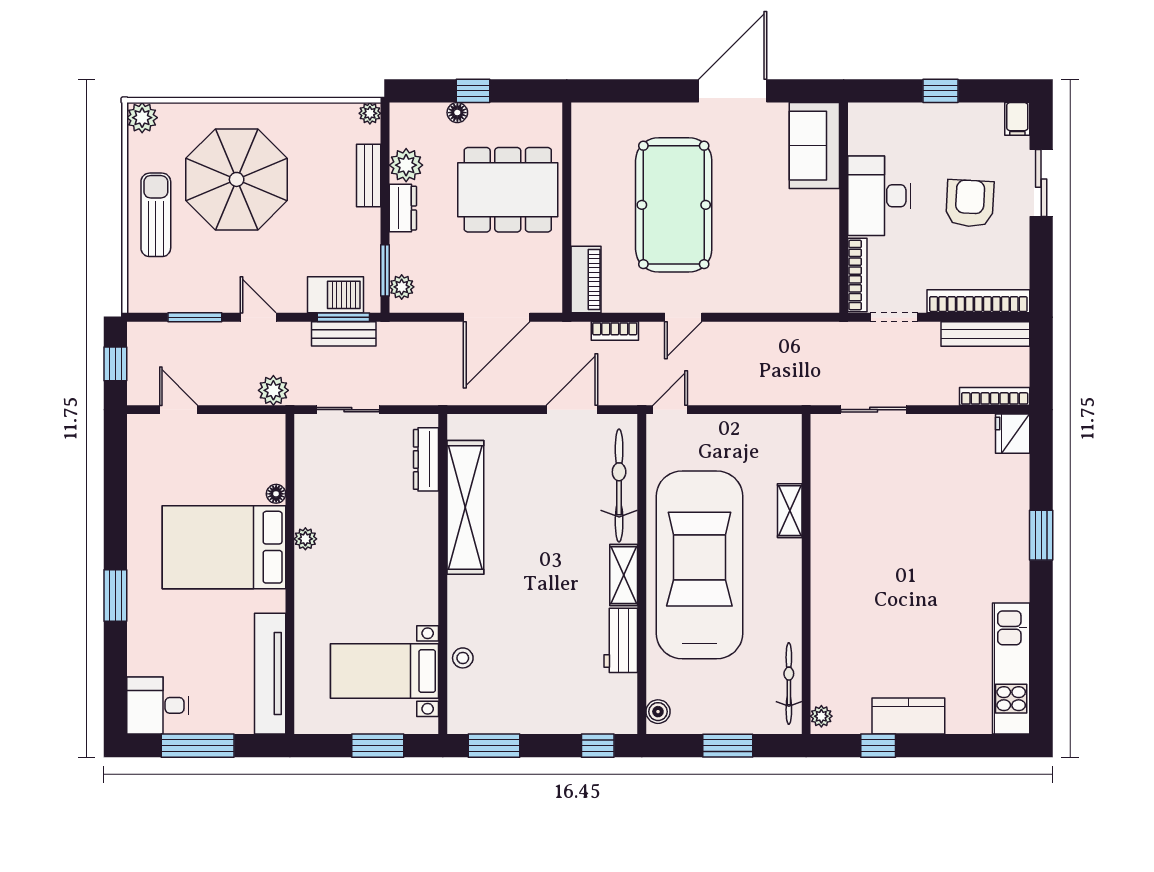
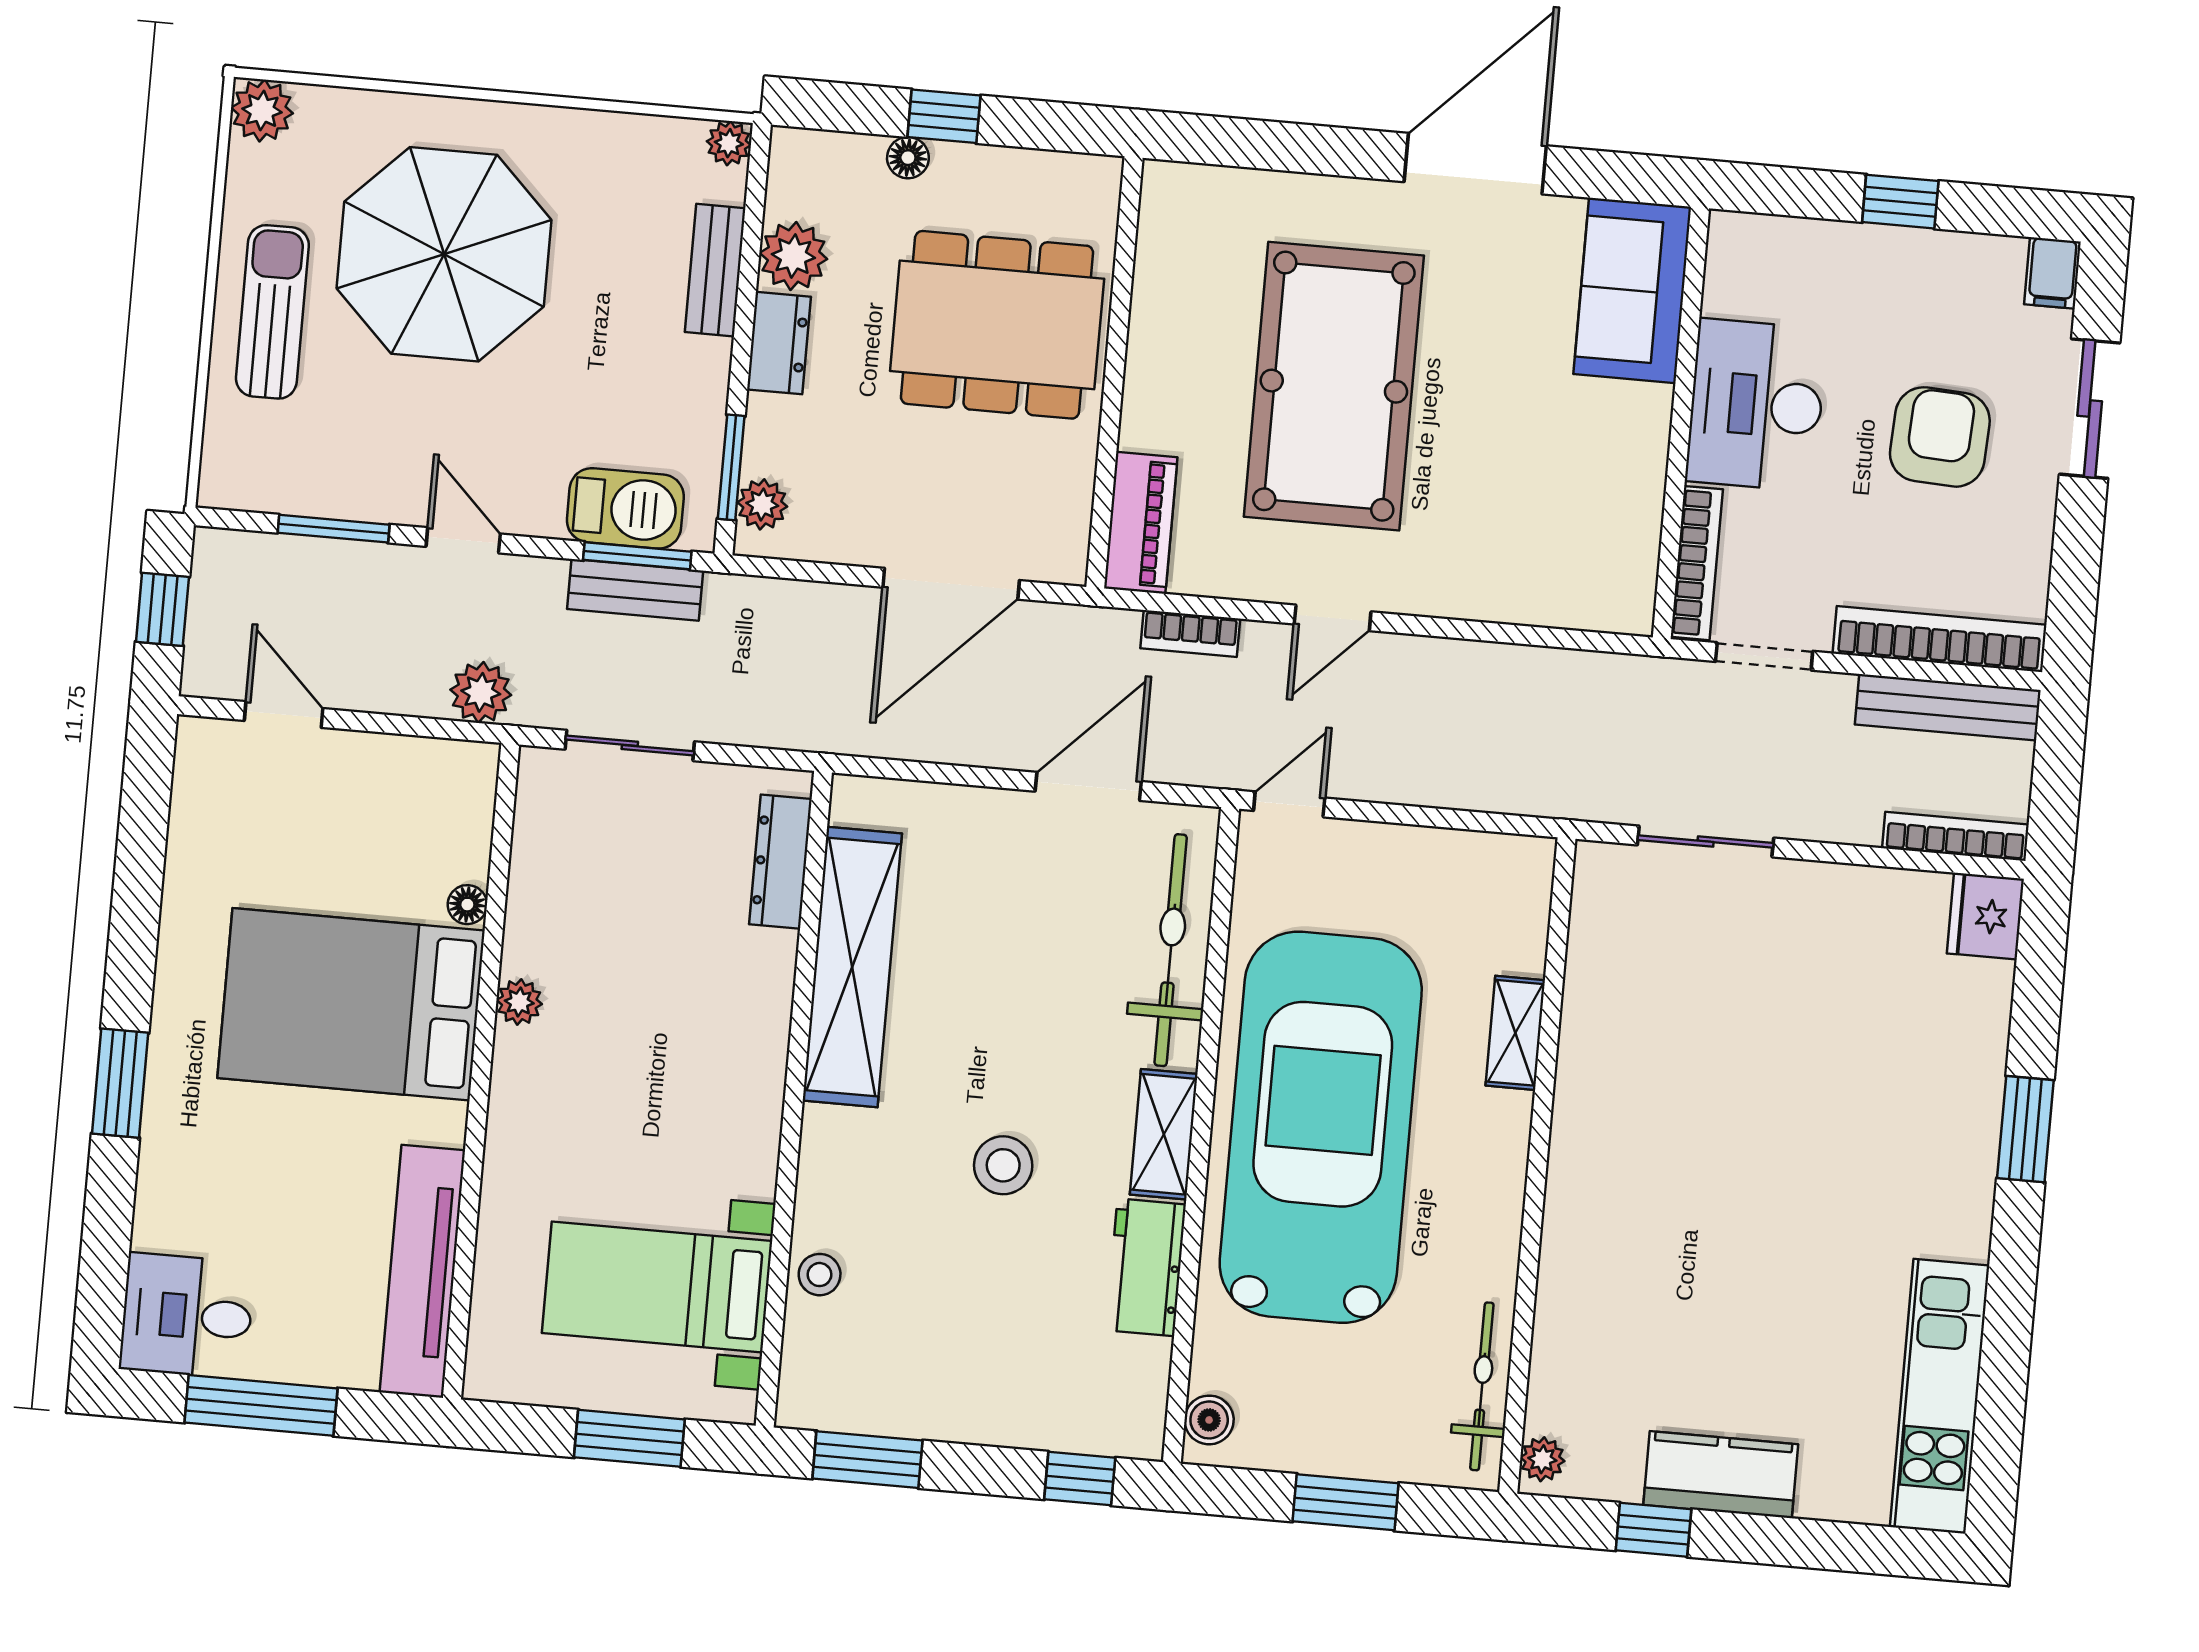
stool: (547, 597) -> (1003, 1165), added

